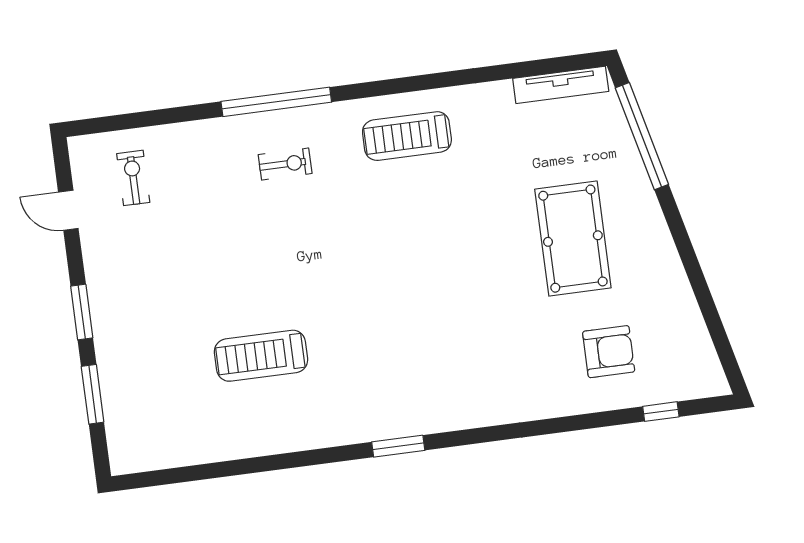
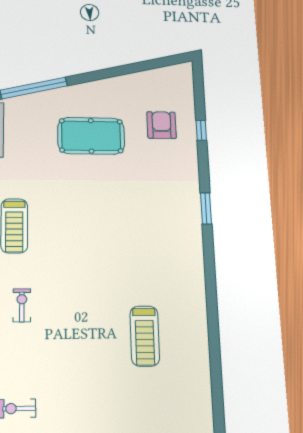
window: (661, 412) -> (201, 130), moved
window: (398, 446) -> (206, 208), moved

